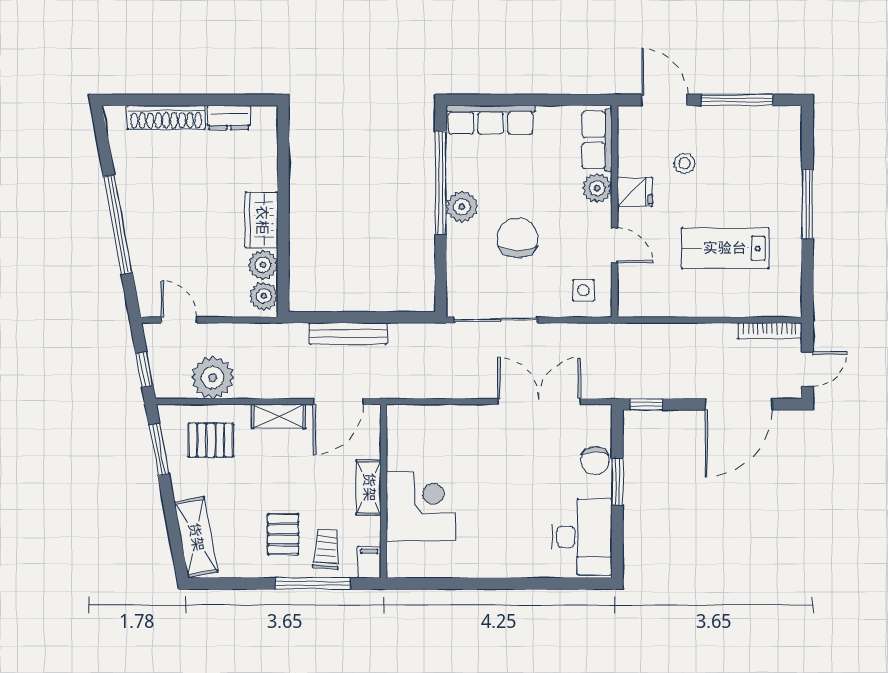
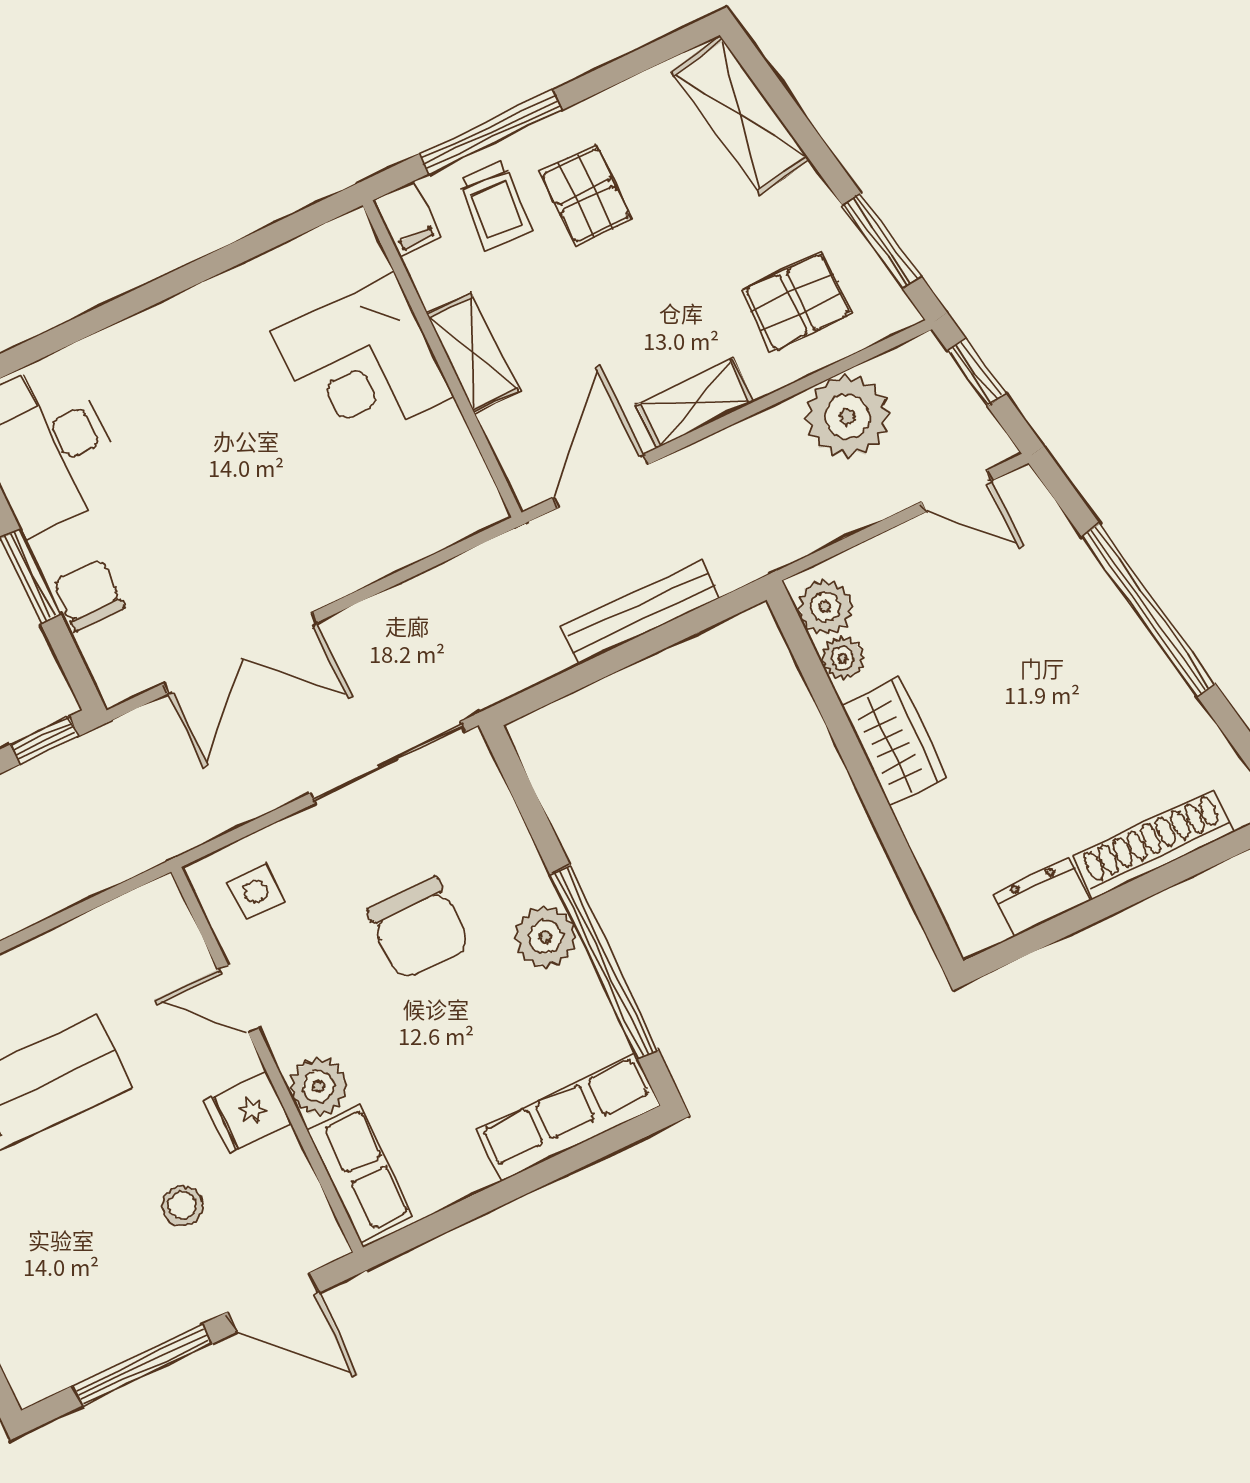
plant: (263, 265) -> (843, 658), width x0.73, depth x0.73

